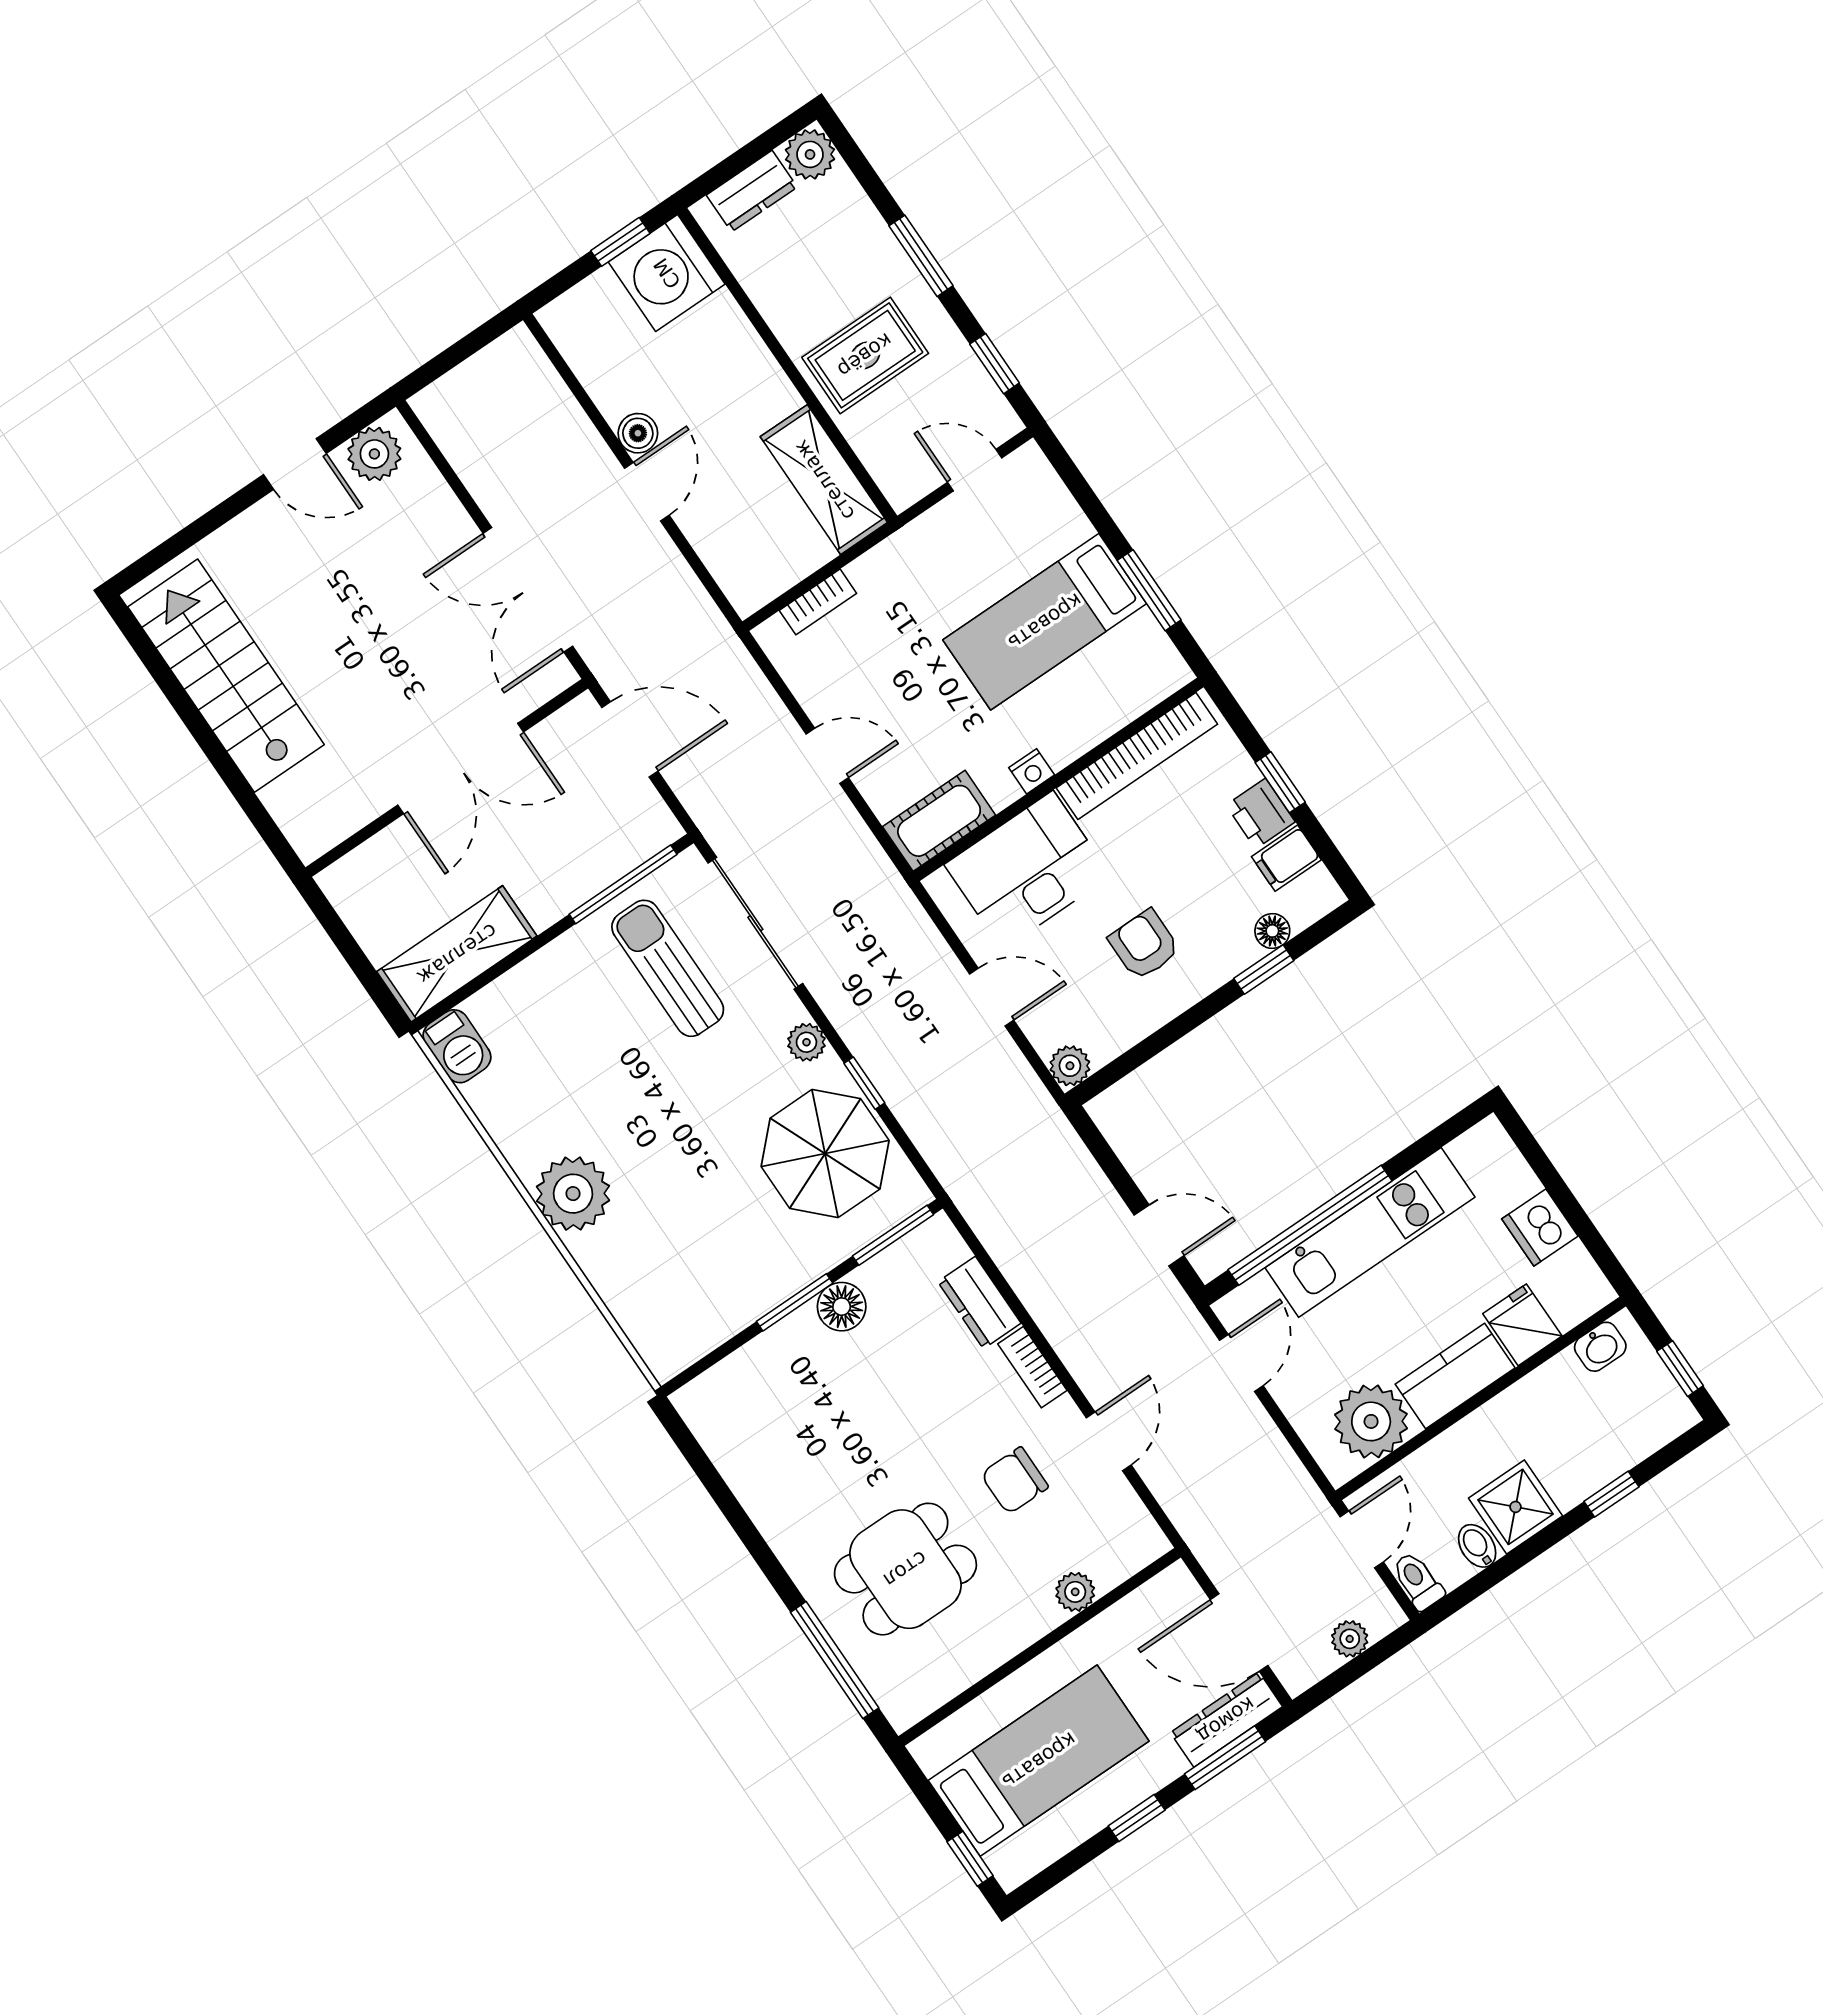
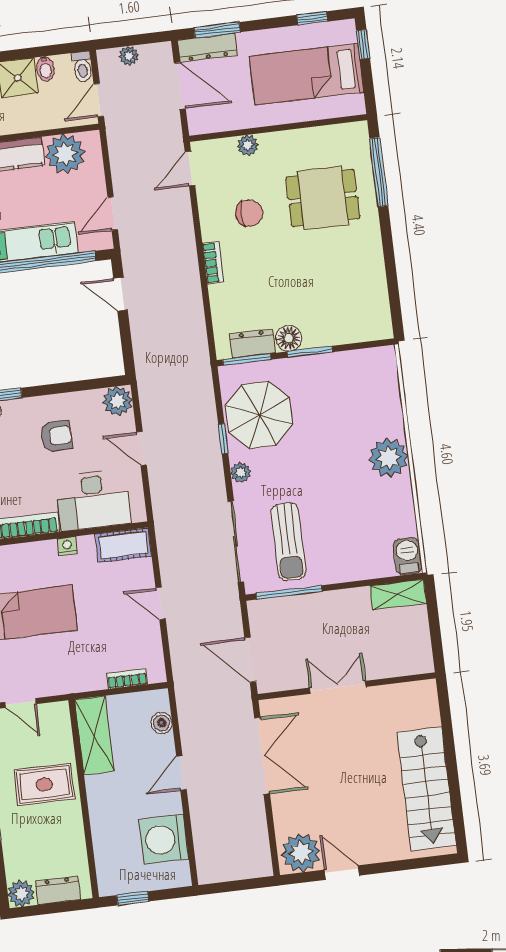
washing machine: (667, 273) -> (164, 839), moved, turned 180
boiler: (638, 433) -> (162, 723), moved
plant: (374, 454) -> (301, 853), width x1.36, depth x1.36
double door: (461, 768) -> (338, 687), width x0.73
armchair: (1144, 945) -> (56, 436), turned -90
shelving: (457, 954) -> (398, 594), width x0.67, depth x0.75
plant: (1070, 1066) -> (118, 401), width x1.38, depth x1.38
dresser: (979, 1303) -> (252, 343), moved, turned -90
door: (1109, 1441) -> (190, 169), moved
window: (1137, 1818) -> (312, 18), moved

